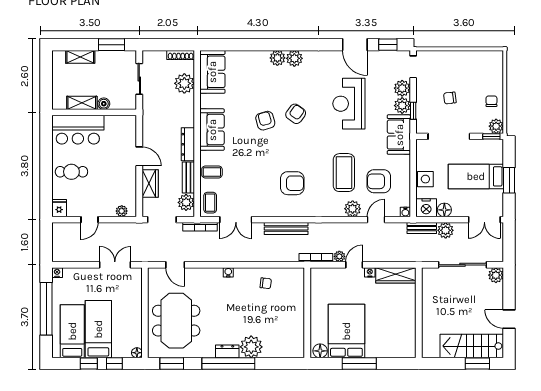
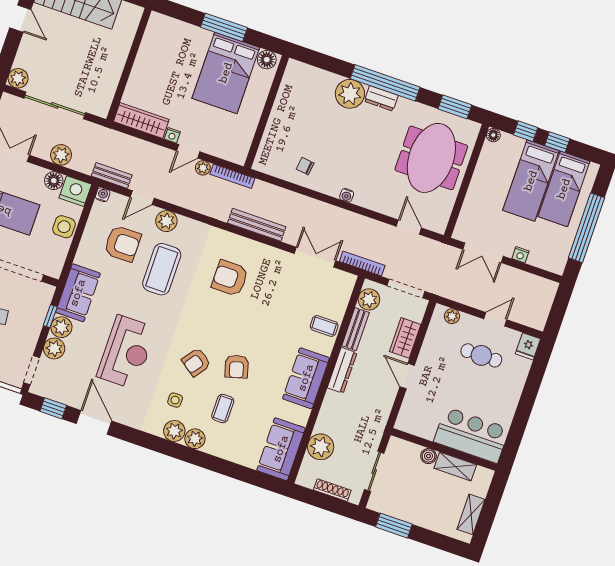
shoe rack: (181, 55) -> (332, 490), moved
shelving: (80, 57) -> (471, 514), moved, turned 90
side table: (302, 81) -> (175, 400), added
cafe table: (71, 172) -> (481, 355), moved
coffee table: (210, 203) -> (223, 409), moved
bench: (422, 228) -> (112, 176), moved
nightstand: (57, 273) -> (520, 255), moved

